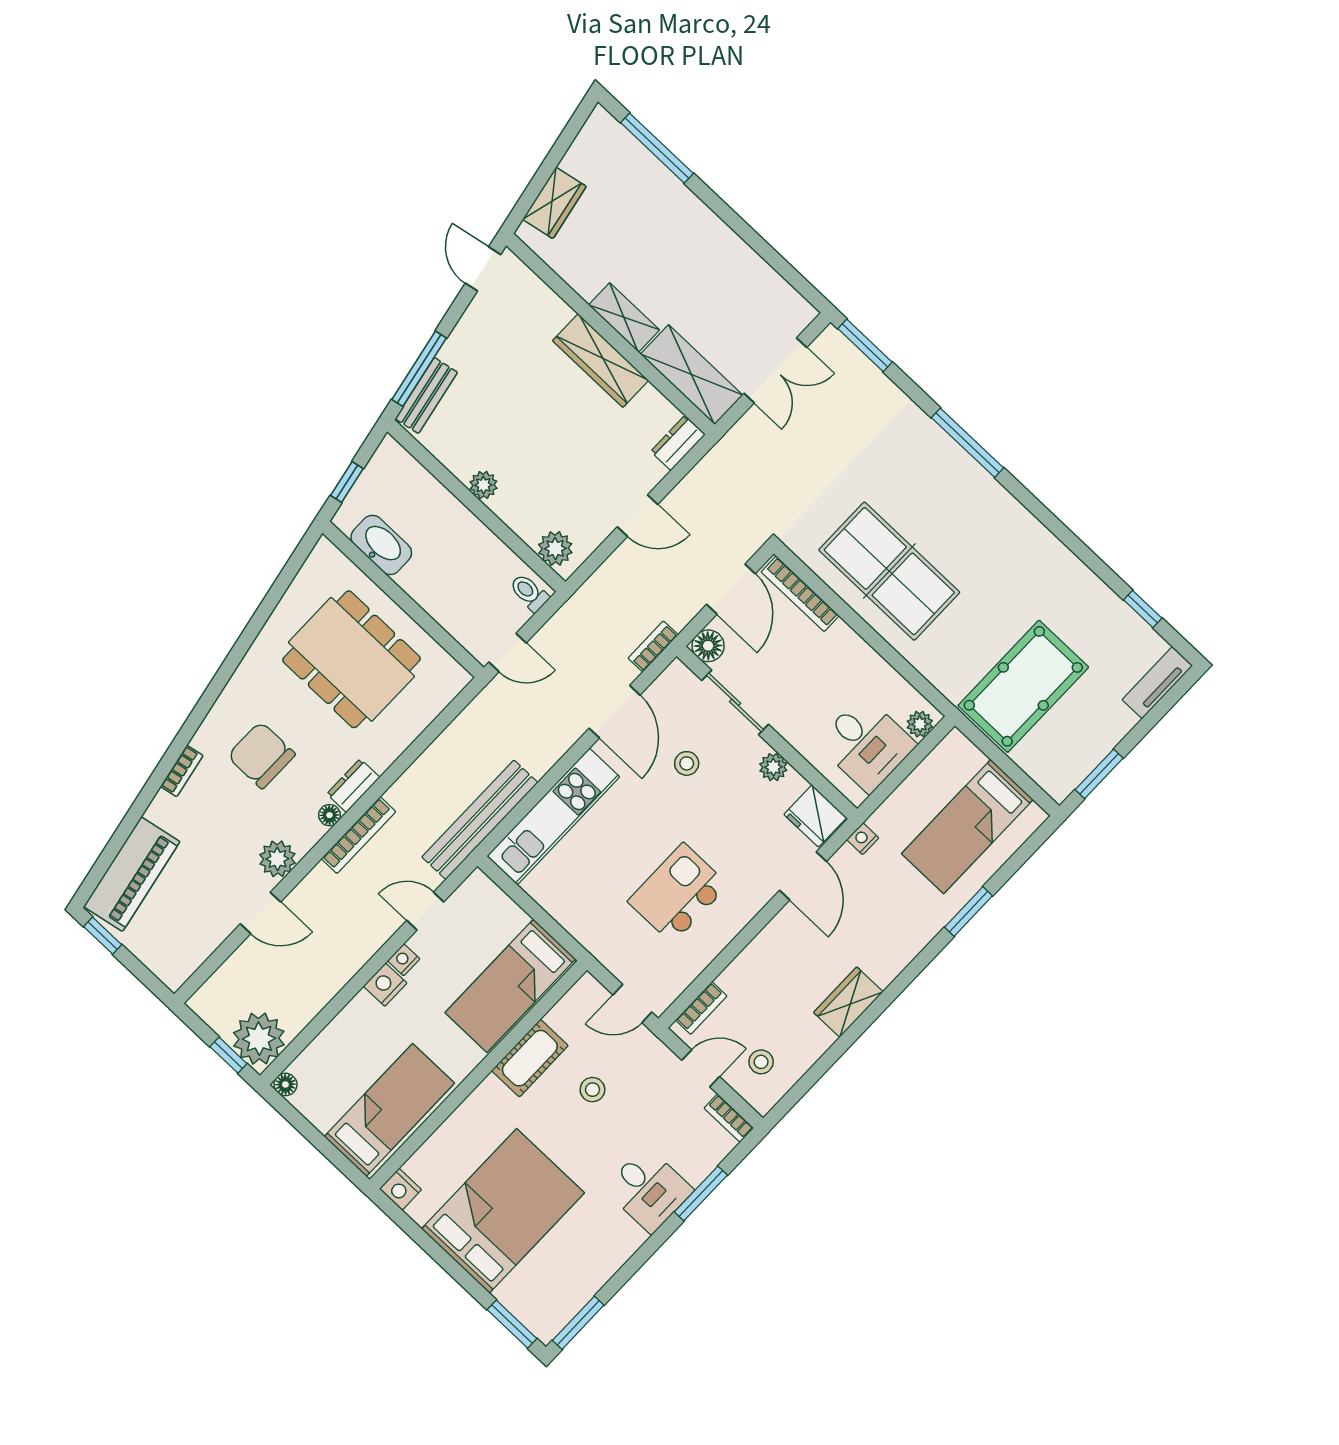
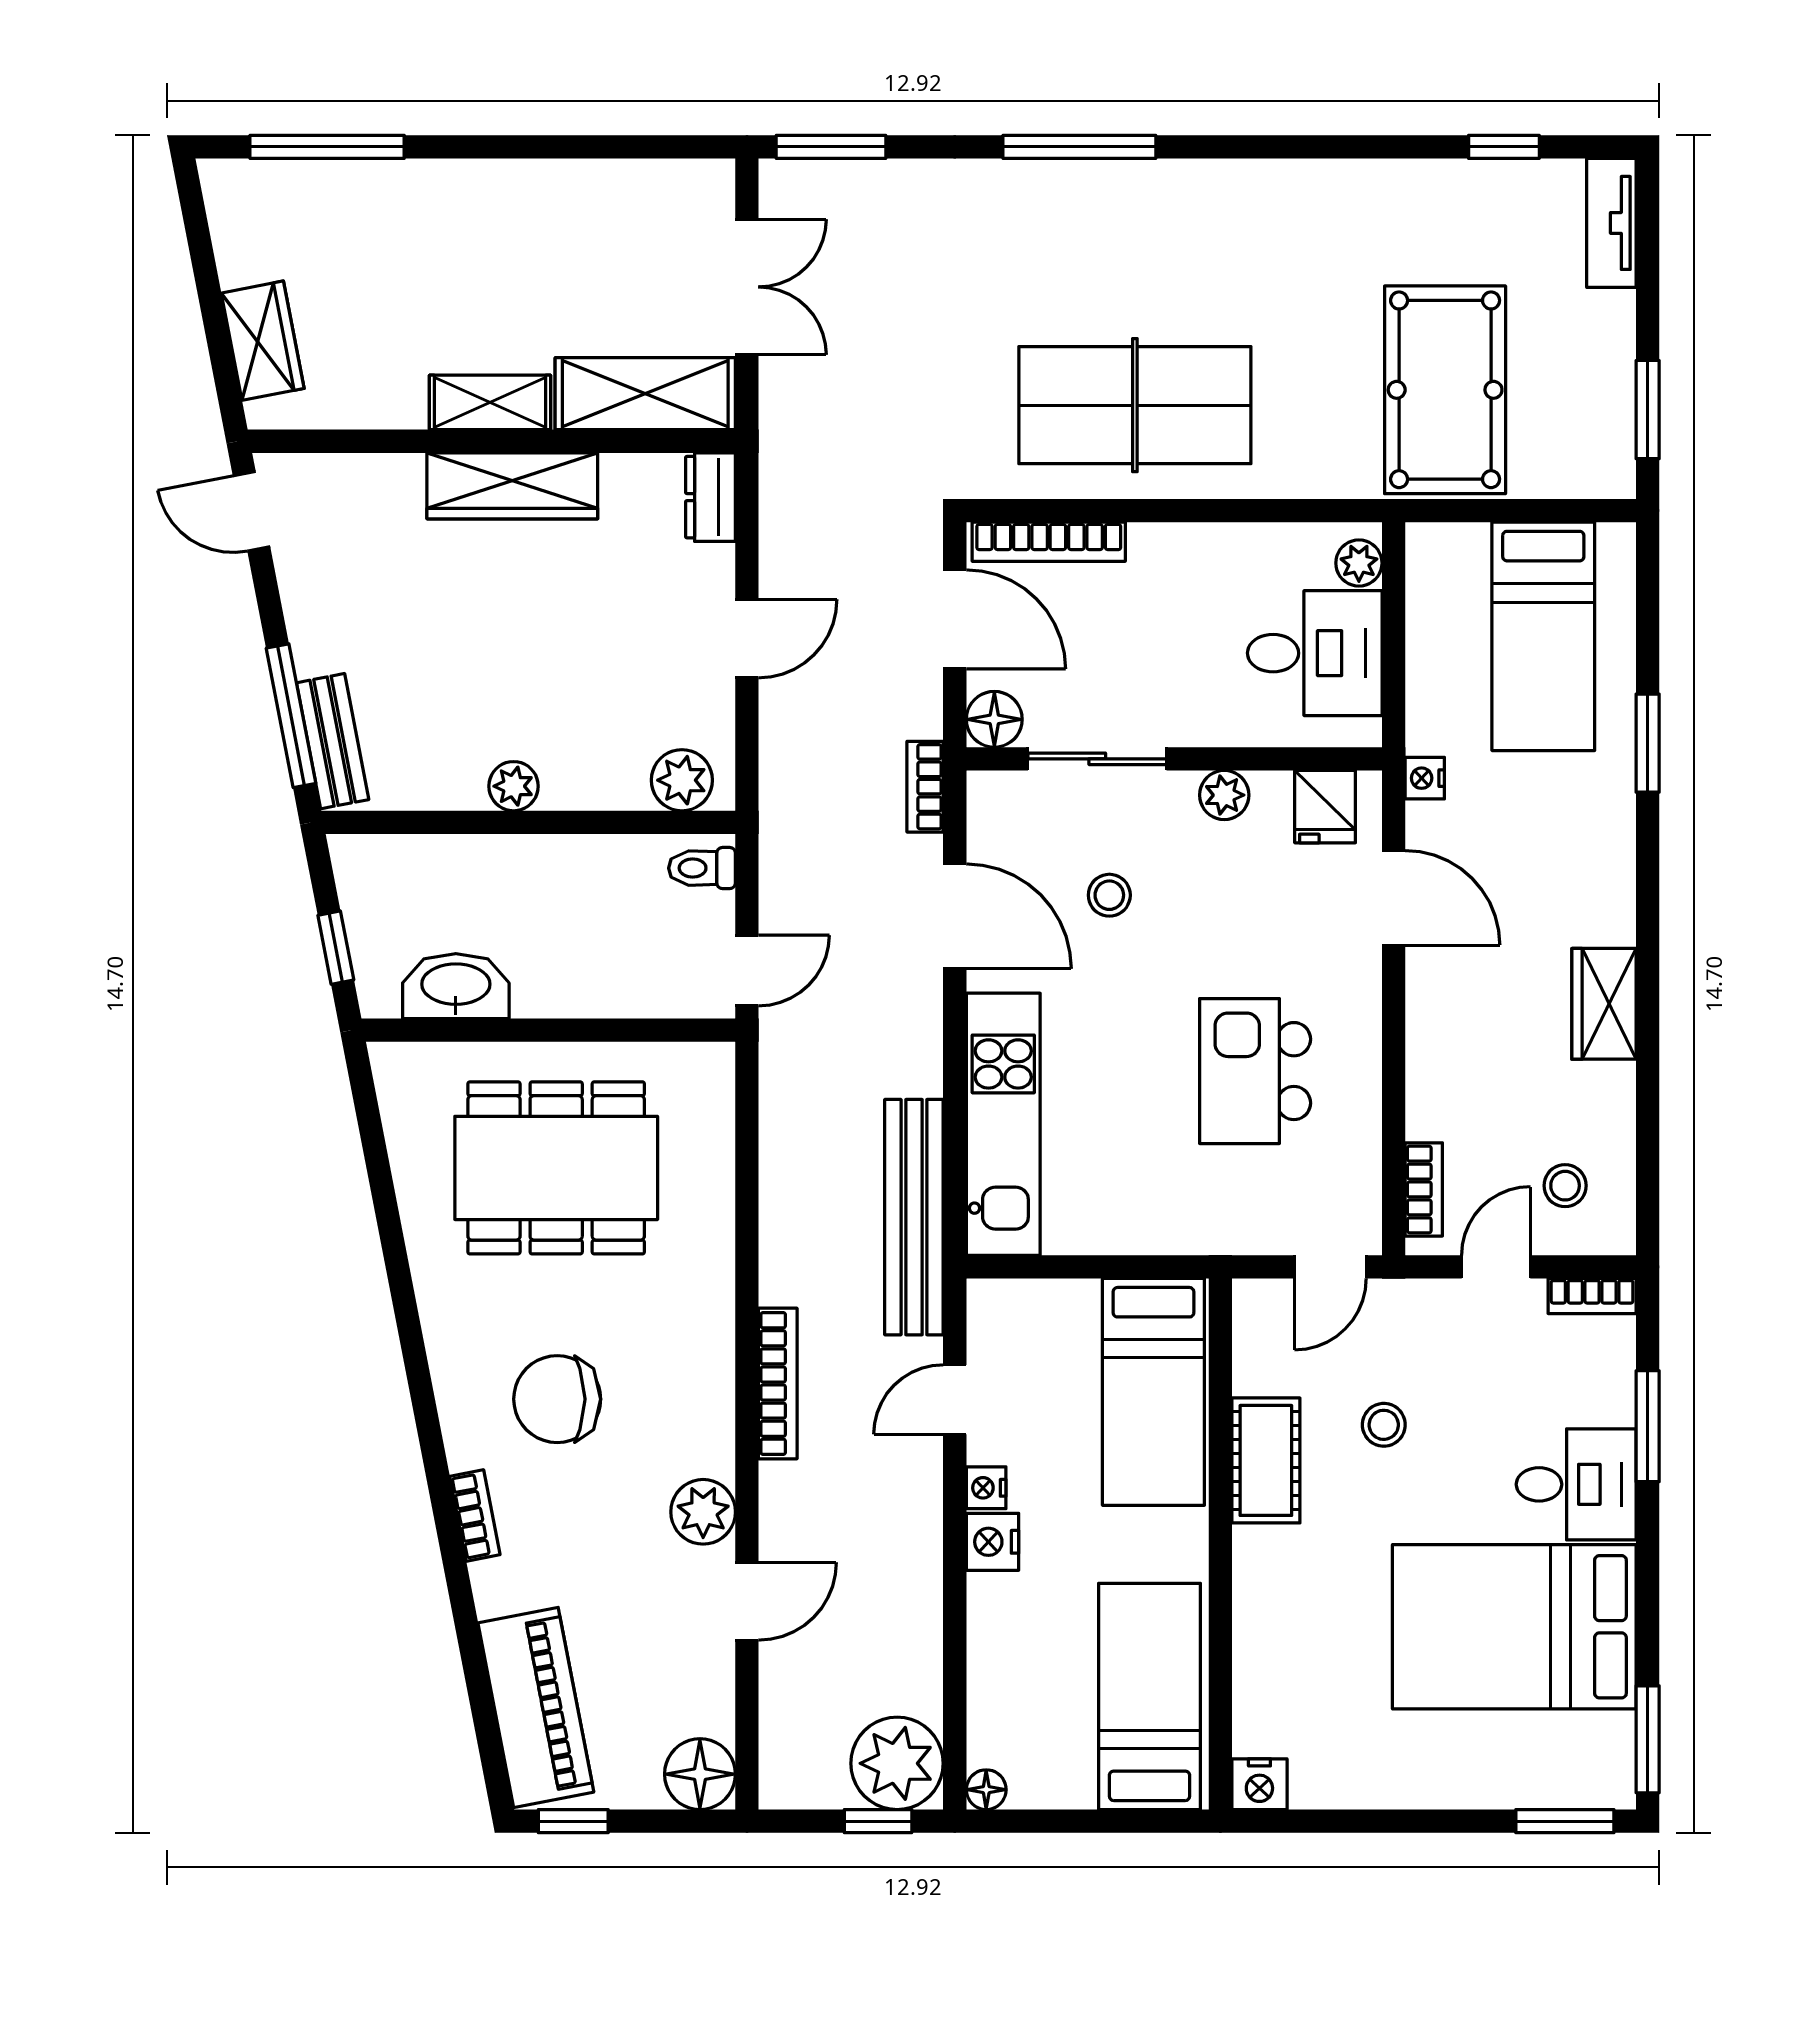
dresser: (353, 786) -> (711, 1327), removed
floor lamp: (329, 815) -> (700, 1774), moved, width x1.89, depth x1.89
fridge: (815, 816) -> (1325, 807), width x0.72
bed: (503, 1211) -> (1514, 1627), moved, turned -90

